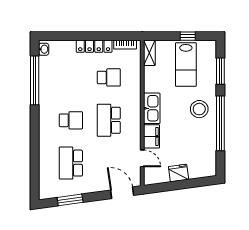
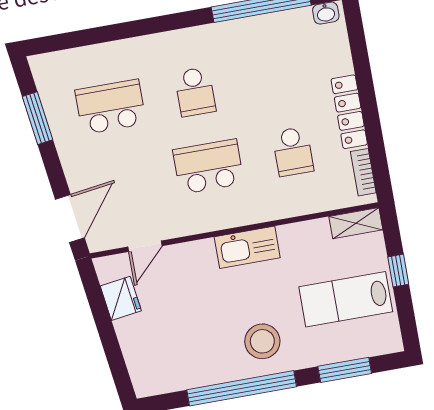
window: (188, 36) -> (398, 271), moved
filing cabinet: (152, 136) -> (192, 257), removed
fridge: (179, 173) -> (121, 298), moved

